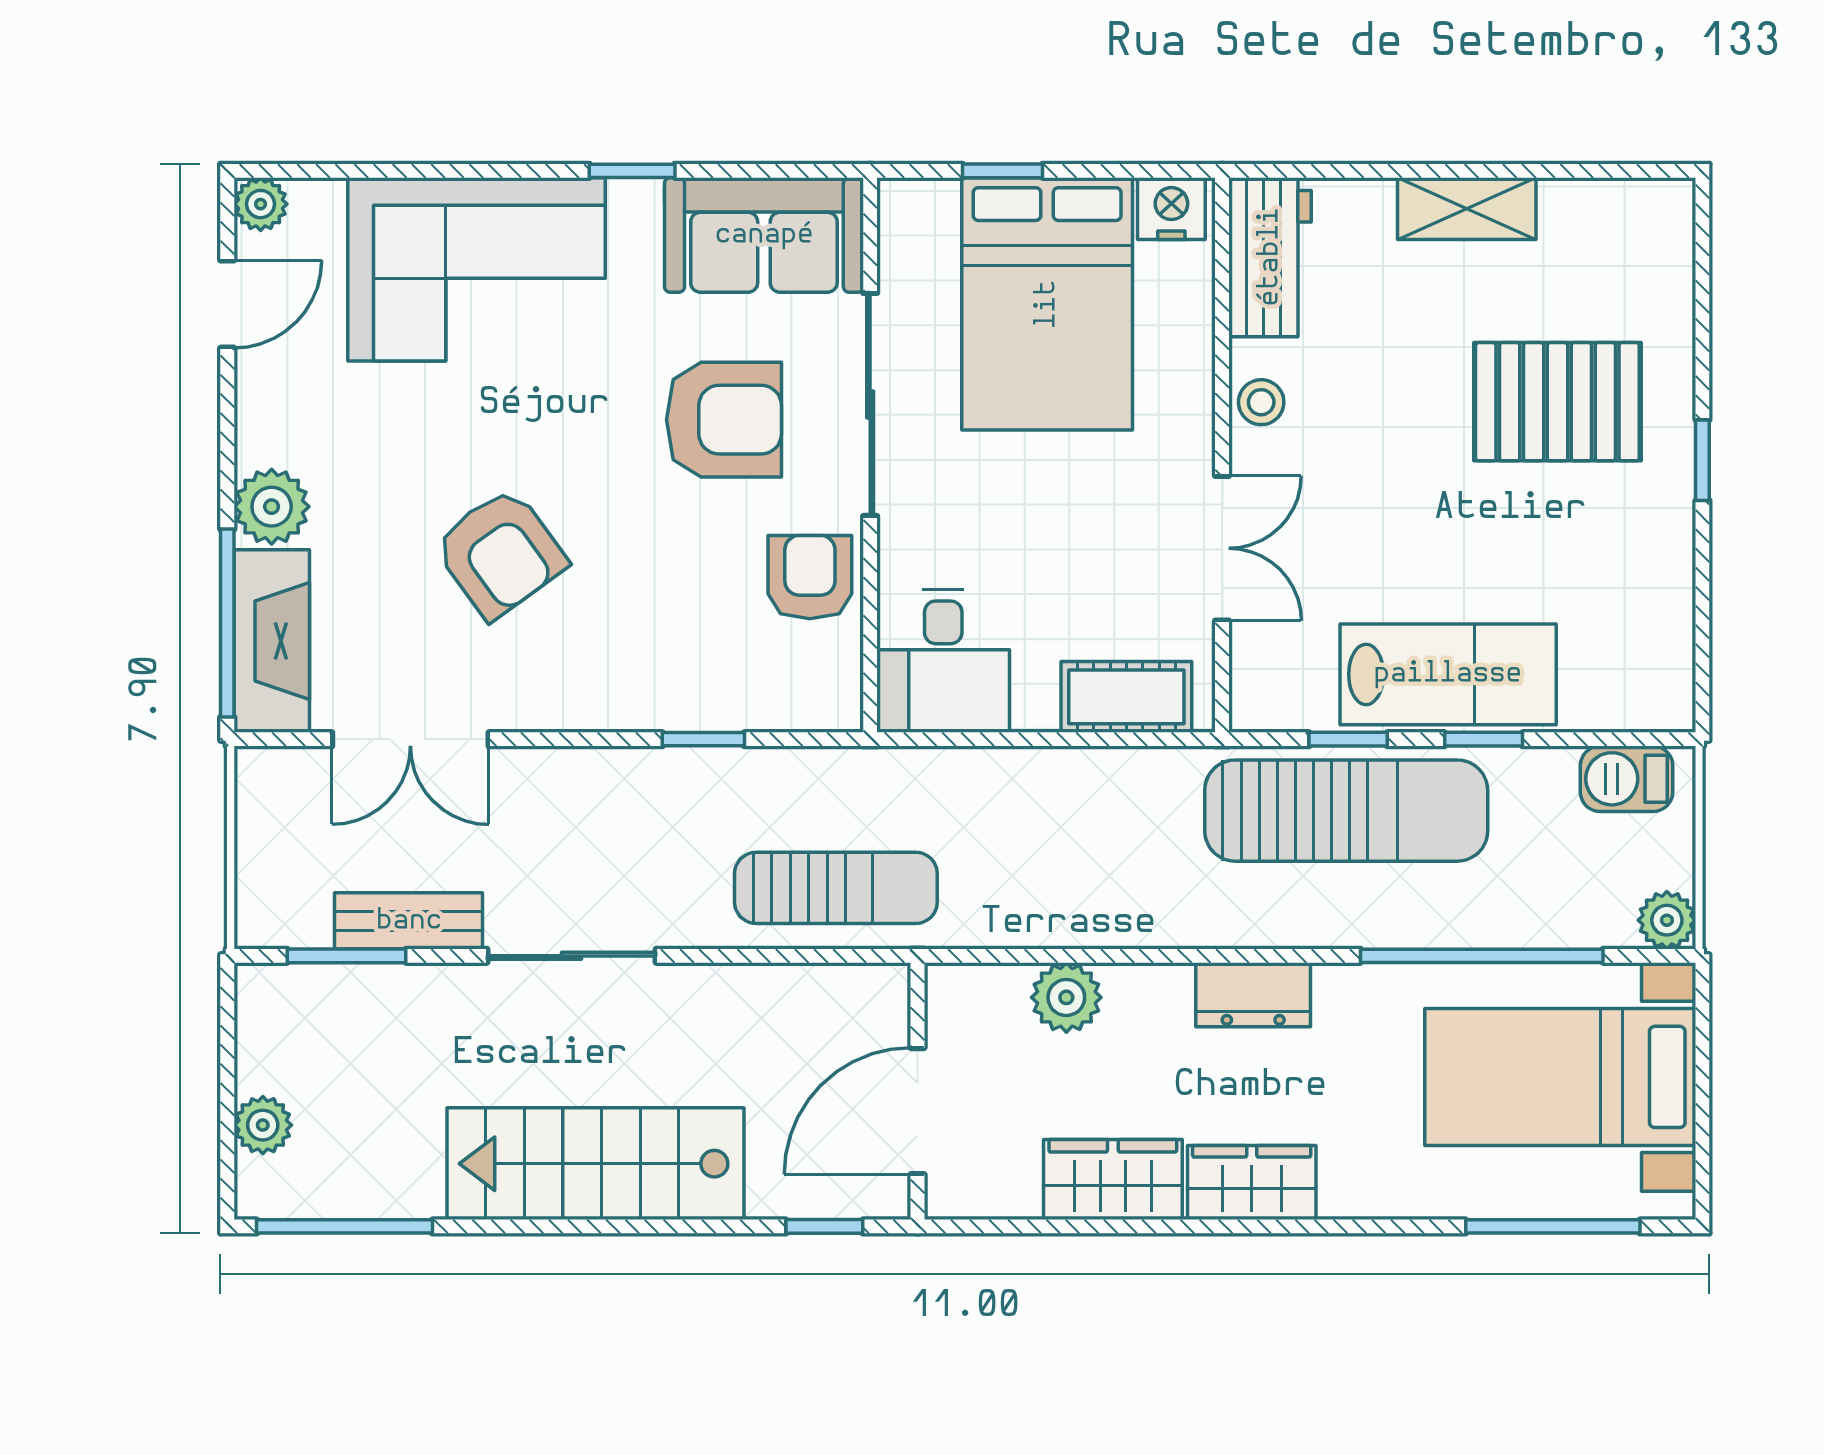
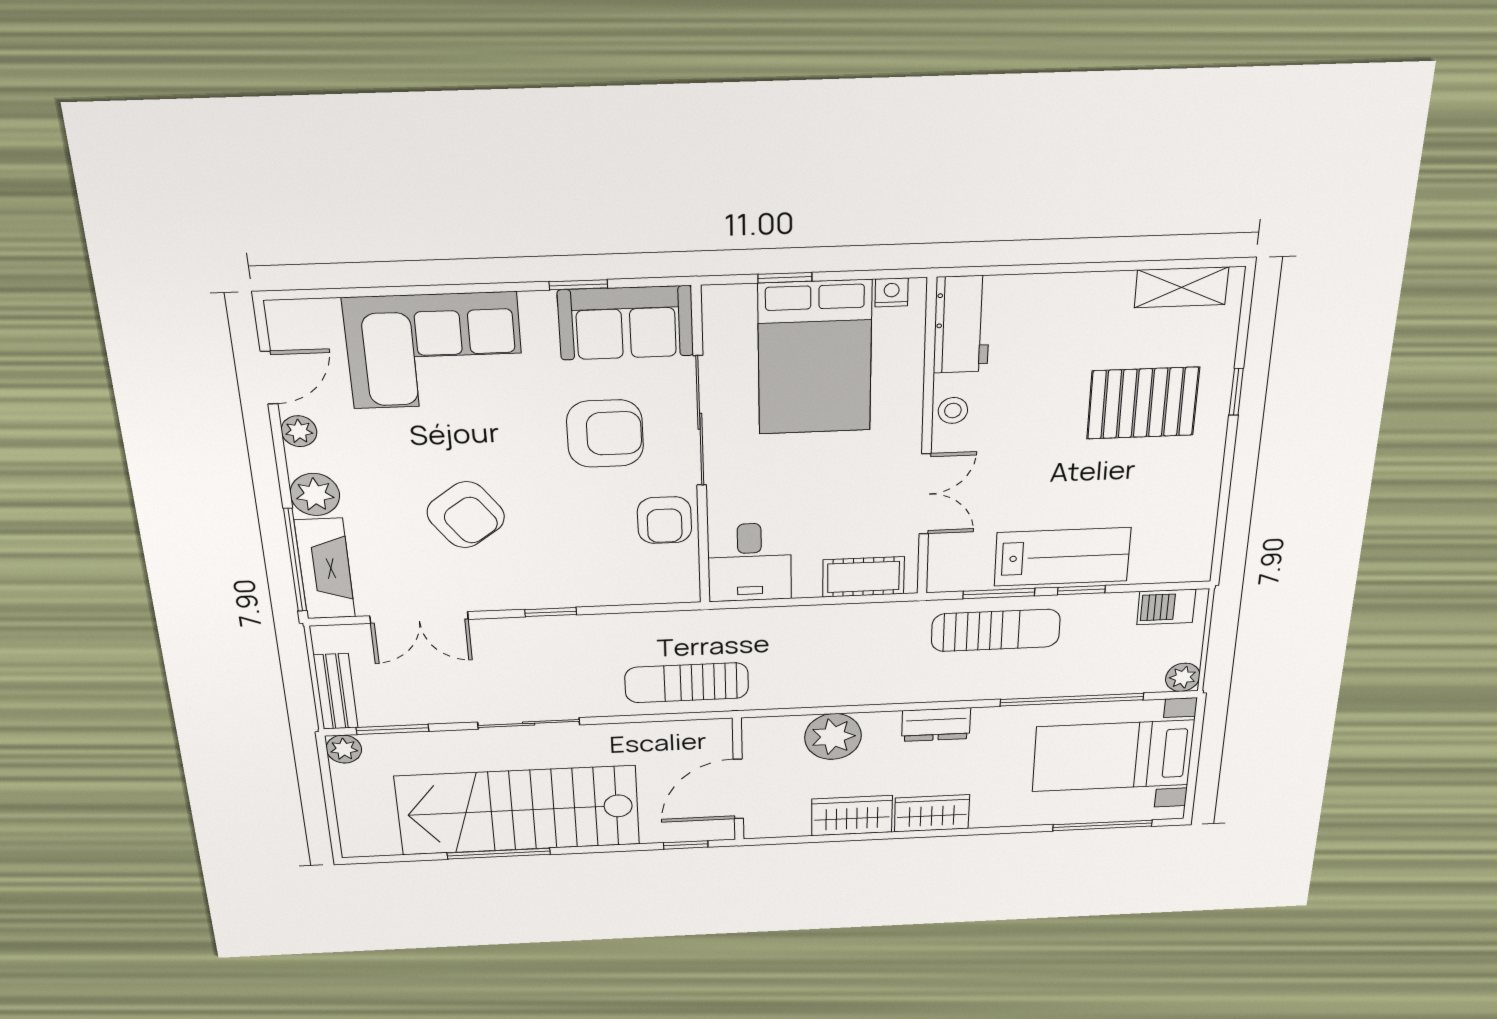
window: (632, 171) -> (578, 285), moved
plant: (261, 204) -> (299, 431), moved
nightstand: (1171, 209) -> (892, 292), width x0.72, depth x0.74
shelving: (1467, 209) -> (1181, 287), moved
window: (1702, 460) -> (1236, 392), moved
armchair: (810, 577) -> (664, 520), turned 180
window: (703, 739) -> (551, 612), moved
window: (1348, 739) -> (999, 594), width x1.50
sun lounger: (1346, 811) -> (996, 630), width x0.73, depth x0.75
sun lounger: (836, 888) -> (687, 683), turned 180
bench: (409, 921) -> (336, 691), moved, turned 90
plant: (1066, 997) -> (833, 737), width x1.36, depth x1.36
plant: (263, 1125) -> (344, 749), moved
stairs: (596, 1164) -> (518, 810), width x1.36, depth x1.51
window: (345, 1226) -> (499, 854), moved

